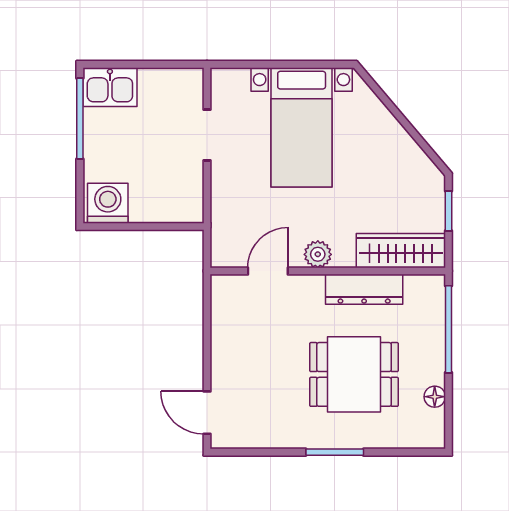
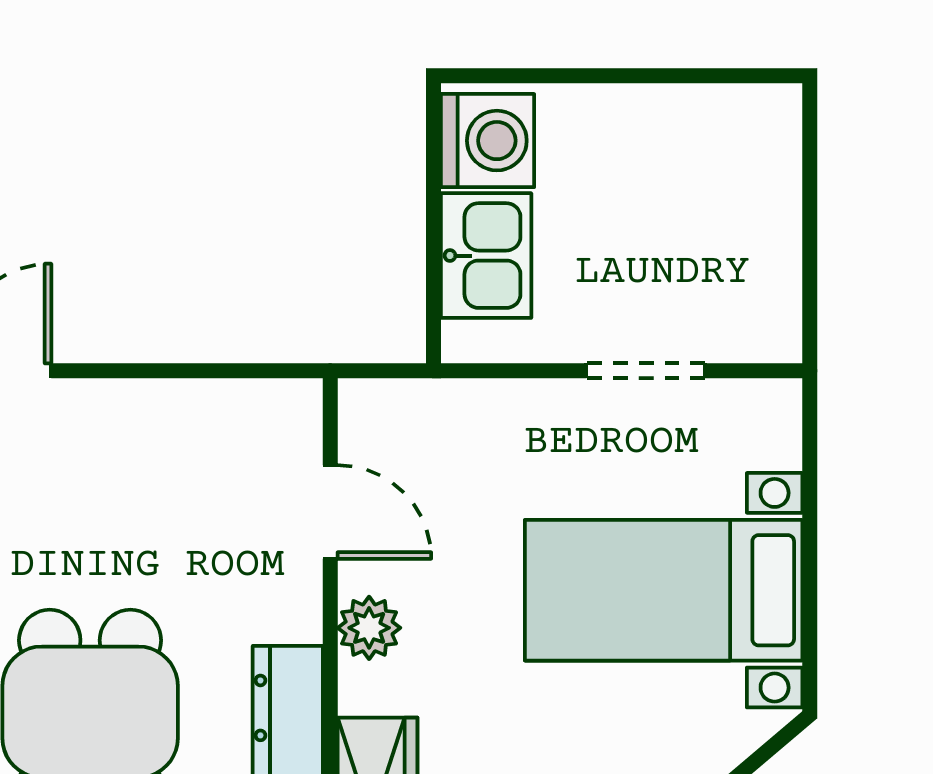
kitchen sink: (110, 87) -> (486, 256), moved, turned 180
window: (80, 119) -> (684, 76), removed

